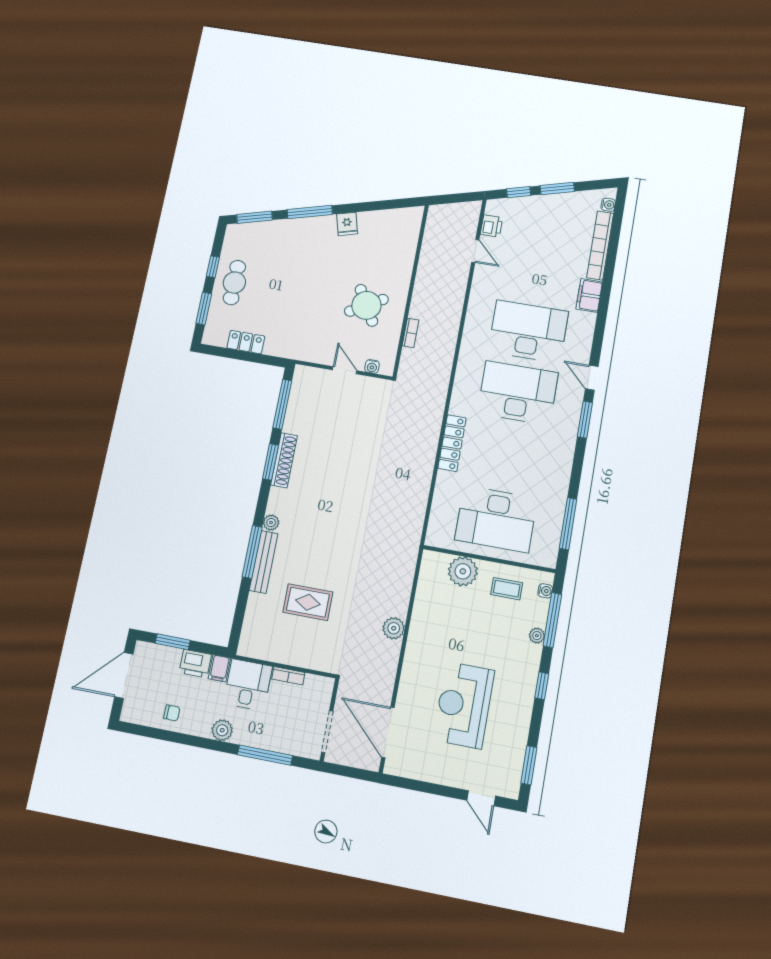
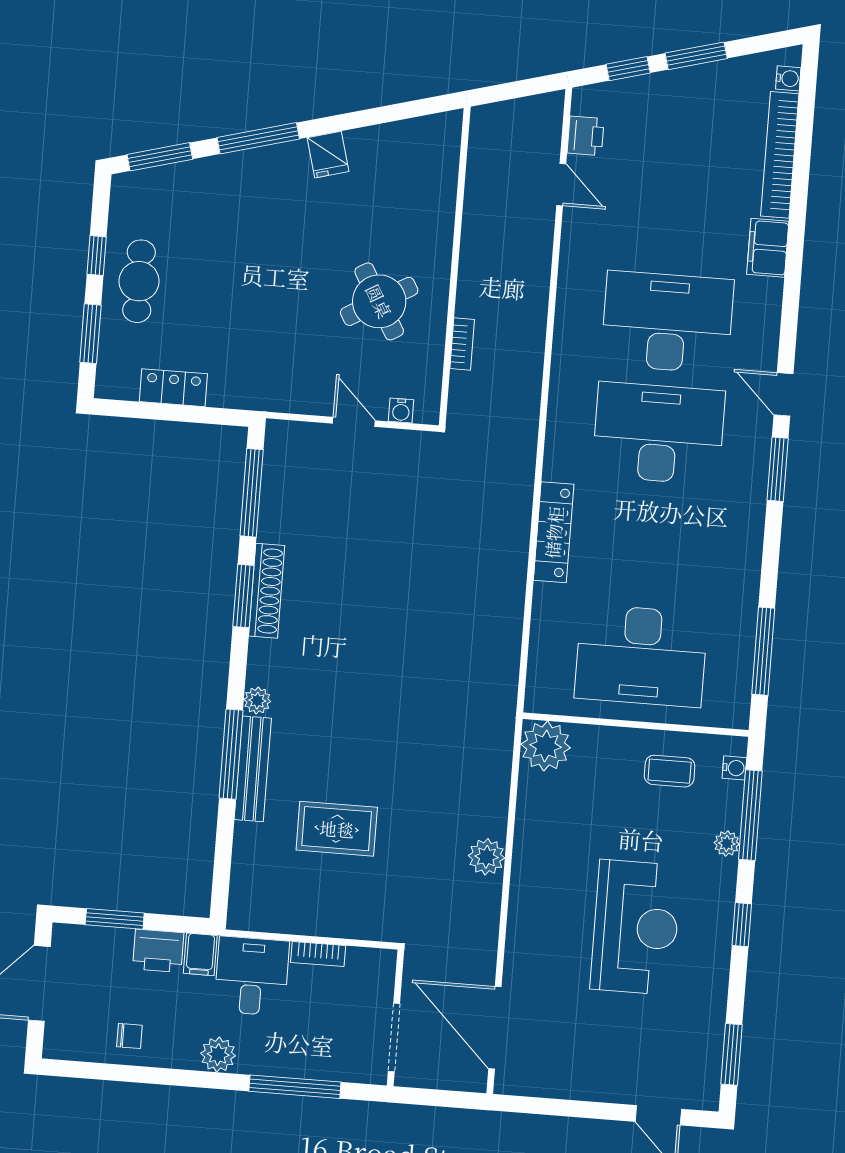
plant: (463, 571) -> (546, 746), moved
reception desk: (464, 705) -> (636, 927), moved, turned 180

